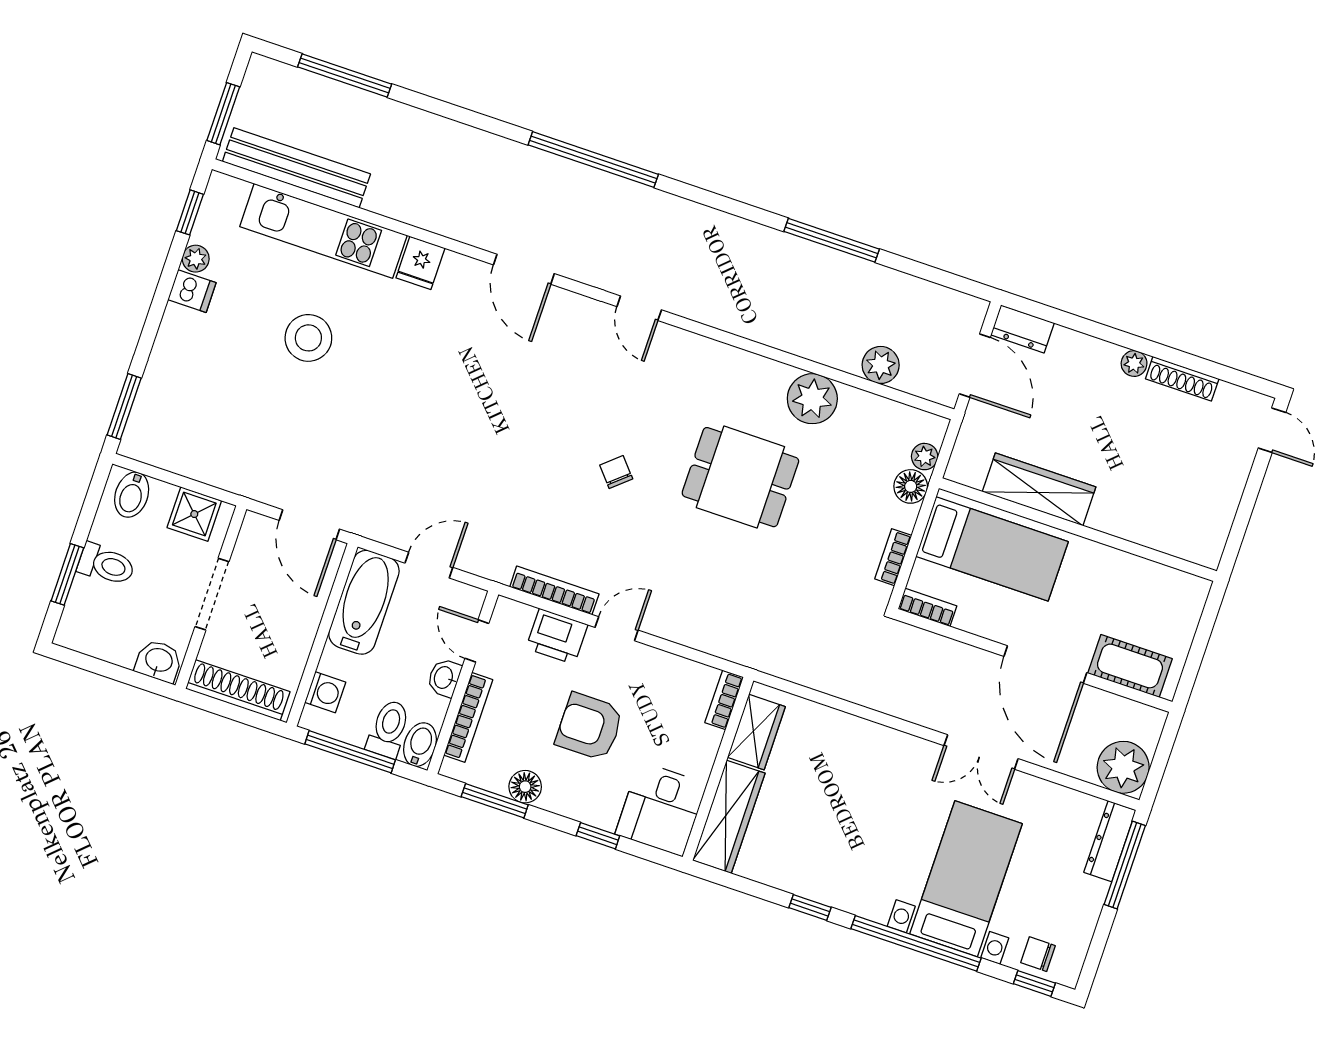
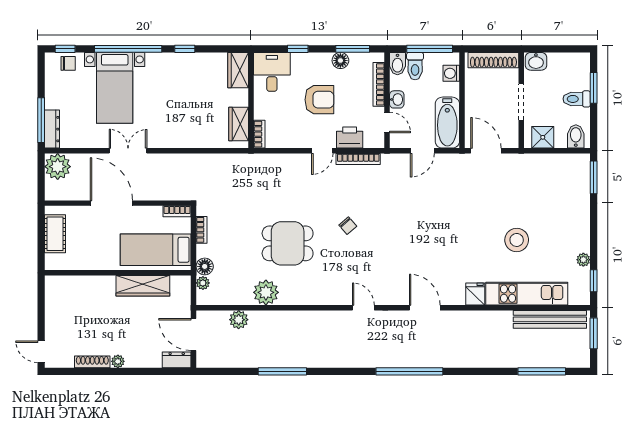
dishwasher: (192, 291) -> (580, 244), removed
cot: (1130, 666) -> (55, 234), moved, turned 90
wardrobe: (729, 817) -> (238, 70), width x0.67

